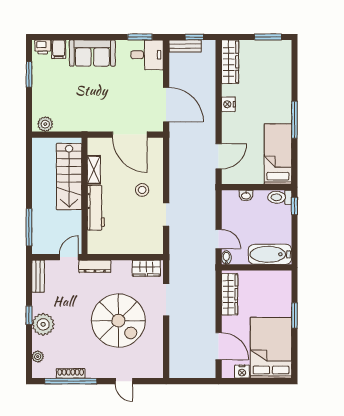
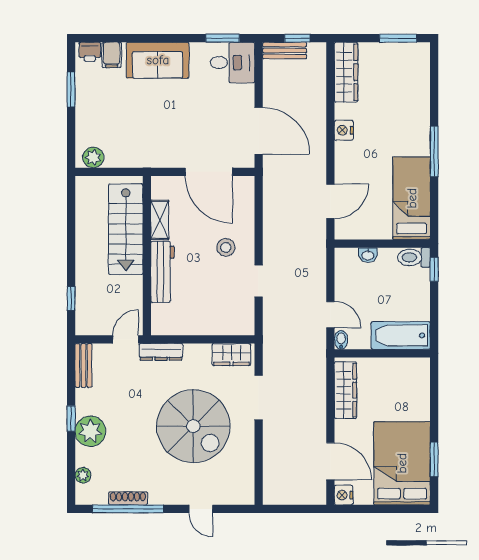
window: (29, 227) -> (71, 298), width x0.46
window: (294, 316) -> (434, 459), moved
nightstand: (242, 372) -> (343, 495), moved, turned 90

